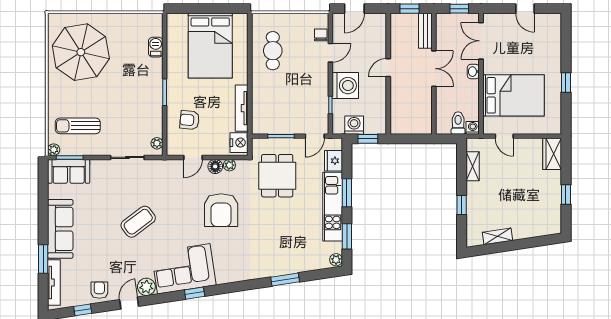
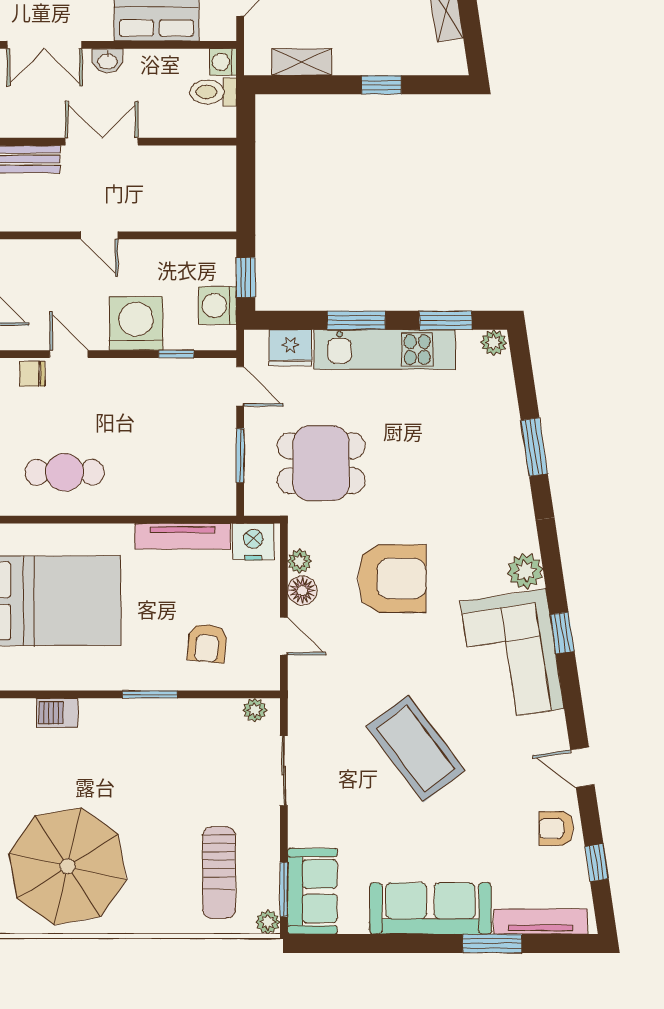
coffee table: (138, 222) -> (416, 749), width x1.36, depth x1.32
plant: (146, 287) -> (525, 571), moved

